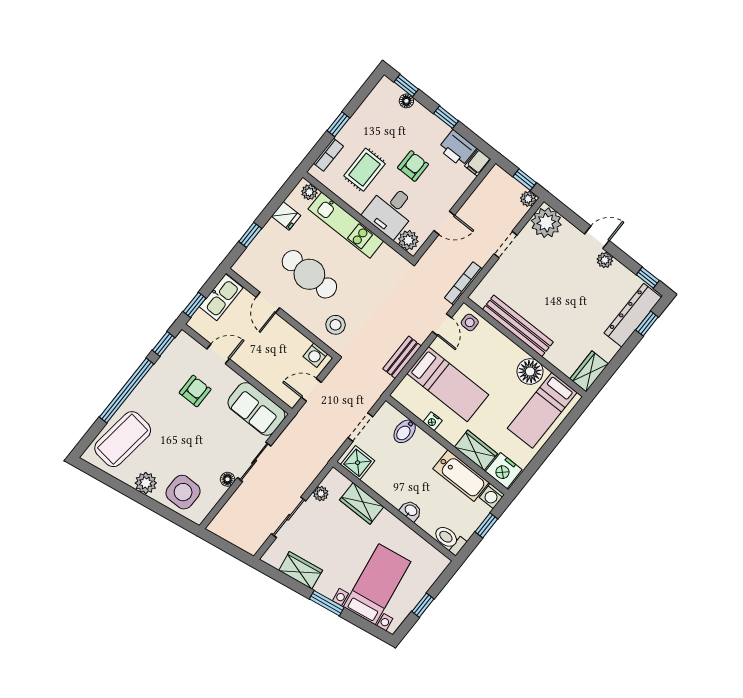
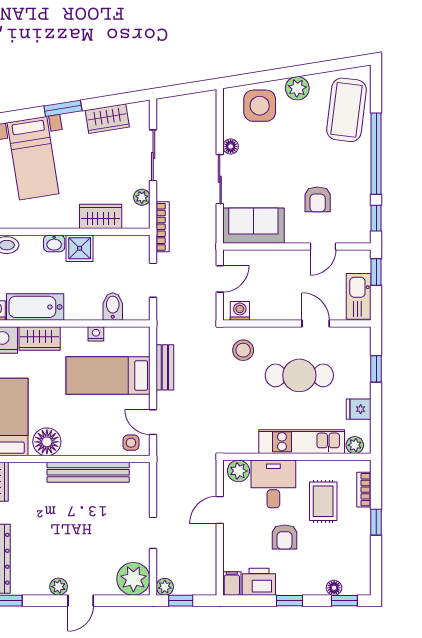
bookcase: (463, 283) -> (163, 227), moved
shower: (358, 463) -> (80, 248), moved

